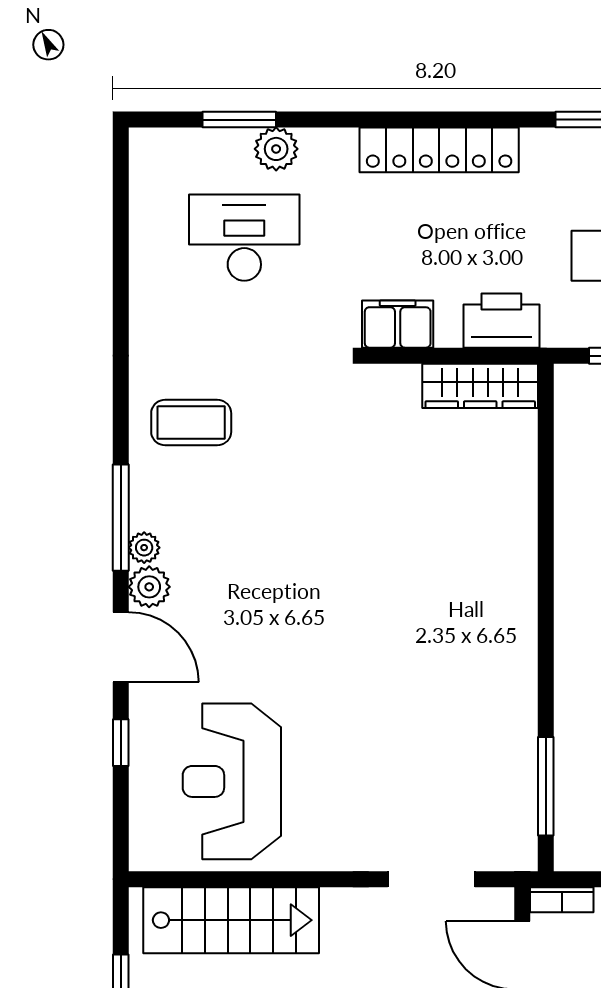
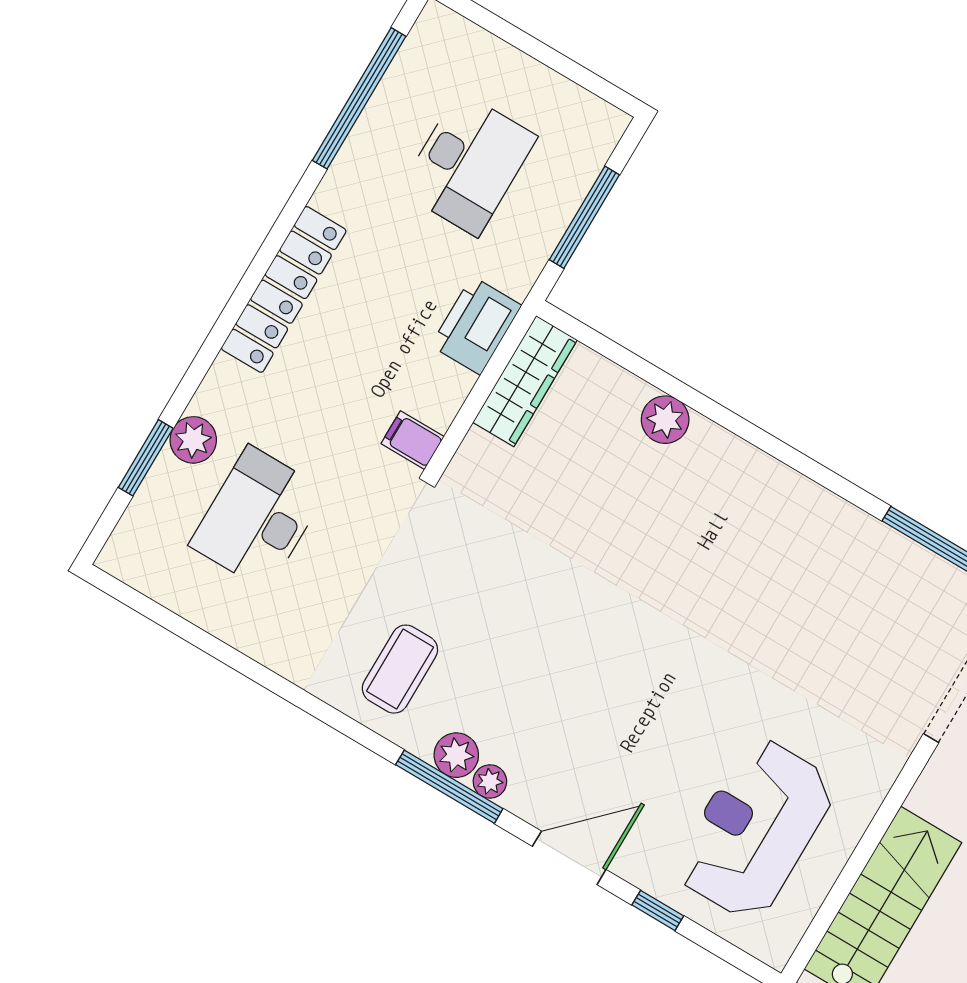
filing cabinet: (398, 324) -> (413, 440), width x0.50
plant: (516, 516) -> (665, 420), added
plant: (149, 587) -> (456, 755), moved
reception desk: (232, 781) -> (755, 829), turned 90

